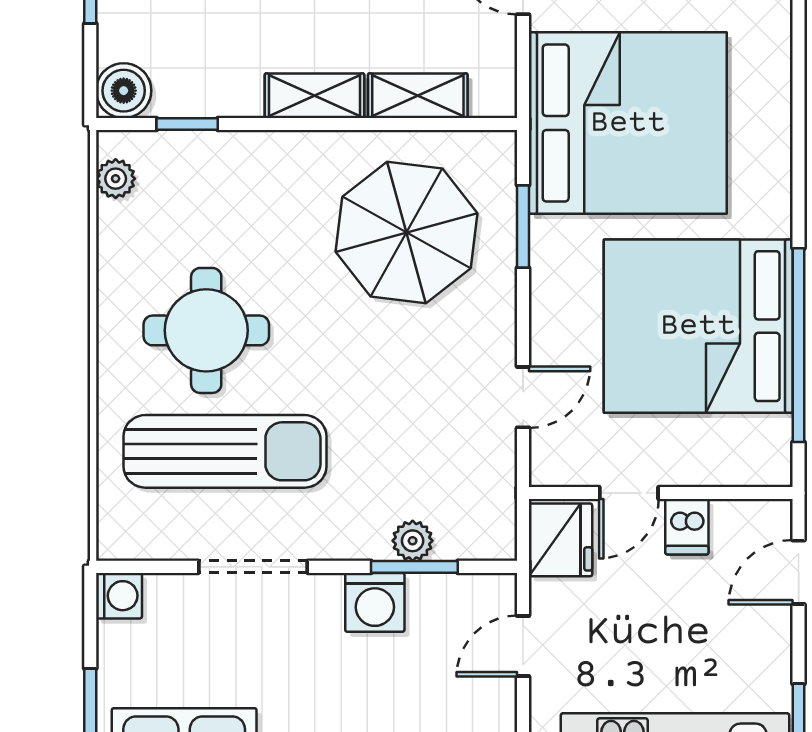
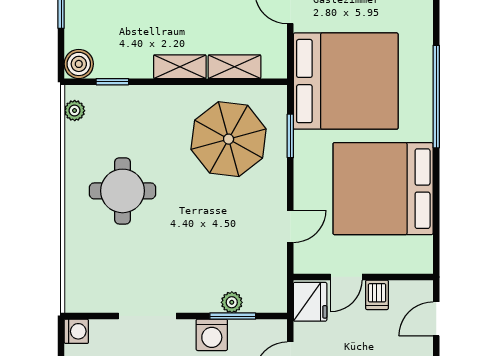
window: (799, 345) -> (436, 97), moved
sun lounger: (225, 451) -> (132, 255), removed

